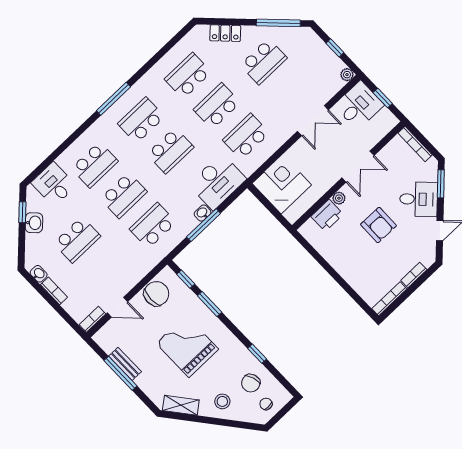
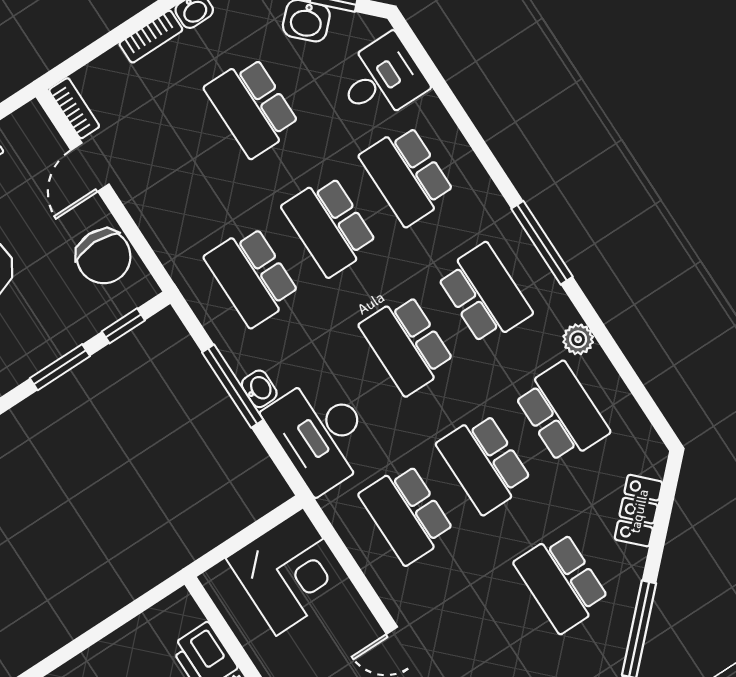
plant: (154, 74) -> (578, 339), added
school desk: (217, 106) -> (484, 463), turned 180
school desk: (246, 137) -> (407, 514), turned 180
school desk: (153, 226) -> (252, 276), turned 180

